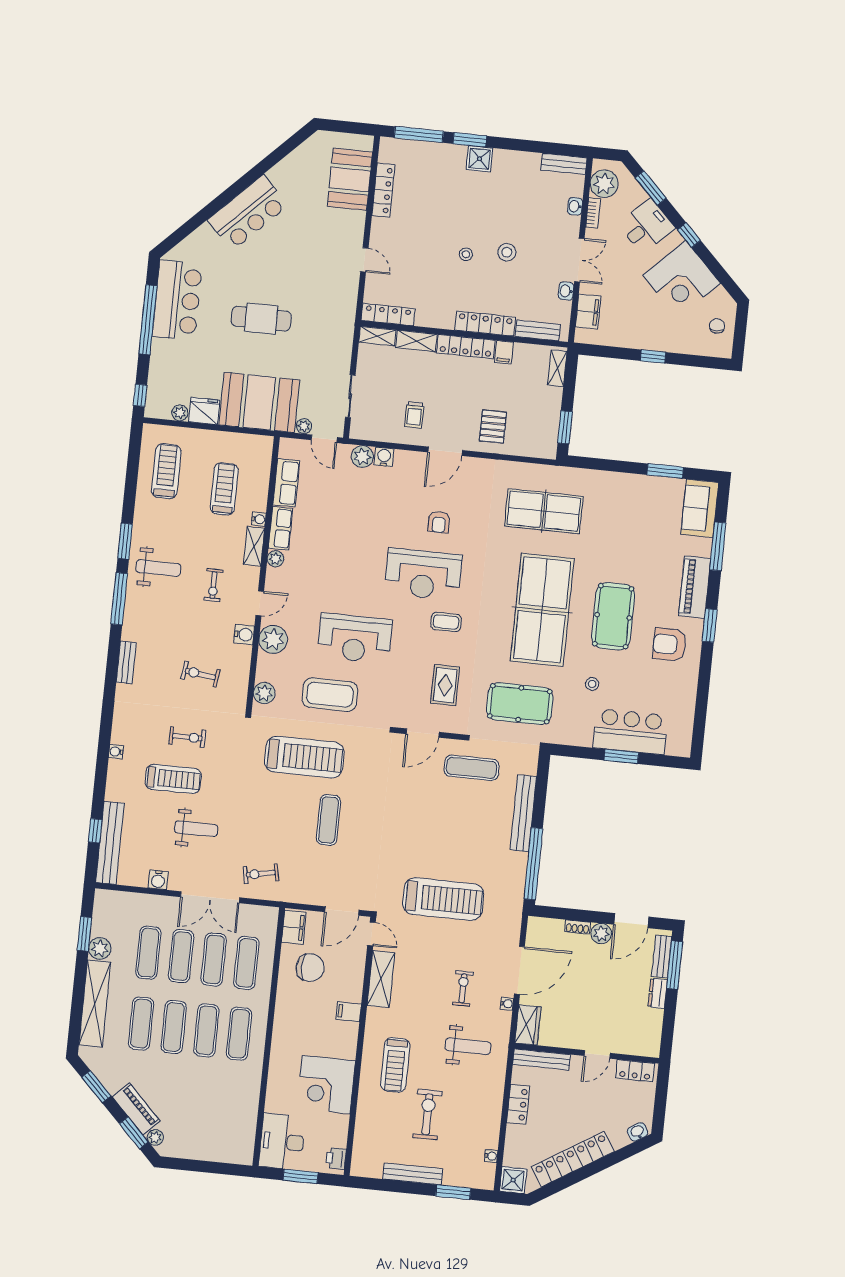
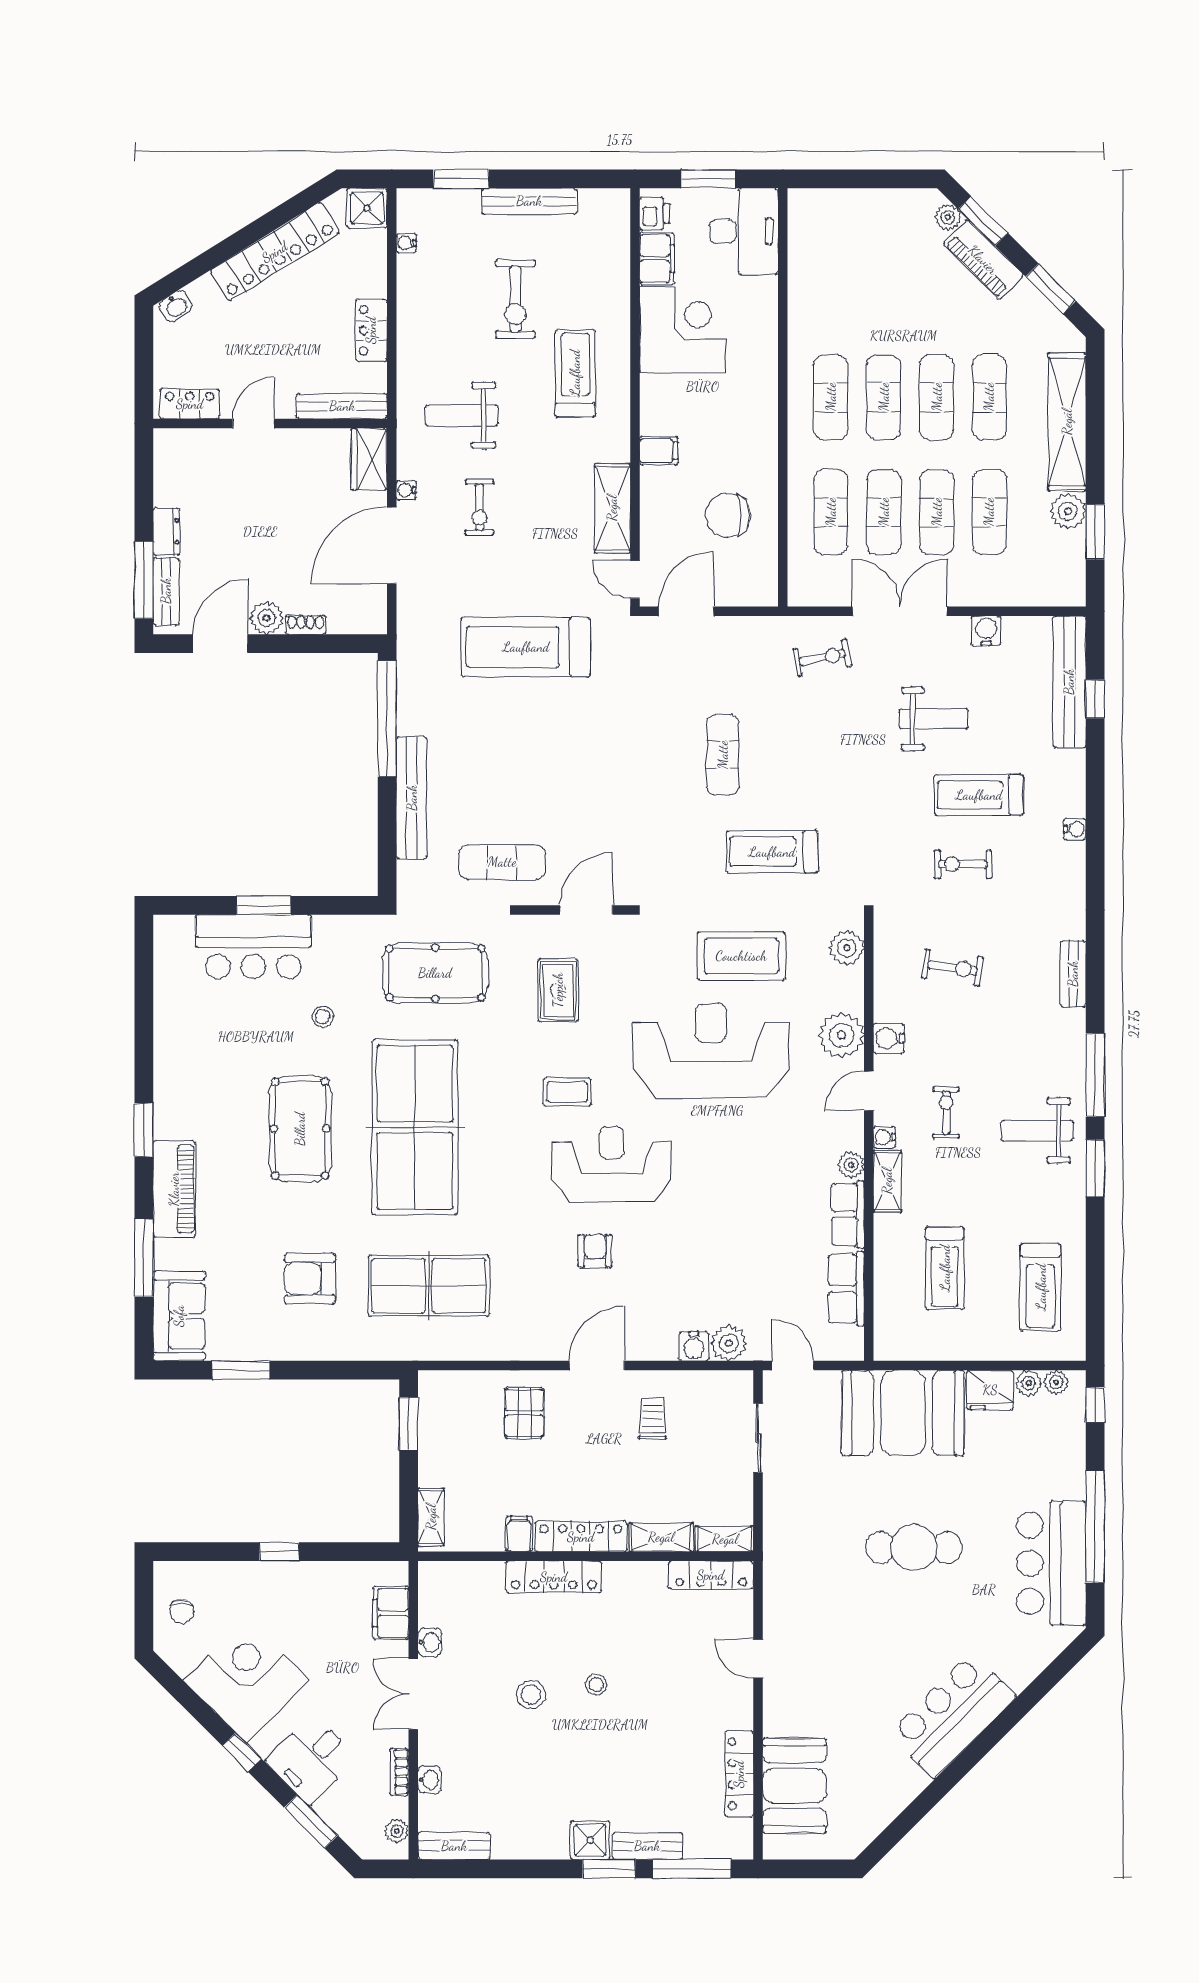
plant: (604, 184) -> (397, 1831), width x0.53, depth x0.53
bench: (538, 330) -> (647, 1846), moved
plant: (304, 426) -> (1056, 1382), moved
water cooler: (259, 519) -> (884, 1137), moved
reception desk: (355, 638) -> (711, 1050), width x1.36, depth x1.30
armchair: (670, 644) -> (310, 1279), moved, turned 180
treadmill: (304, 757) -> (772, 852), width x0.73, depth x0.73
weight bench: (196, 829) -> (934, 719), turned 180
filing cabinet: (294, 927) -> (657, 259), moved, turned 180

